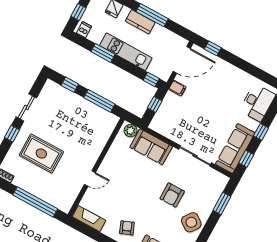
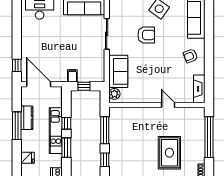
kitchen counter: (140, 22) -> (27, 118), moved
window: (151, 79) -> (66, 123), moved
filing cabinet: (177, 88) -> (72, 76), moved

